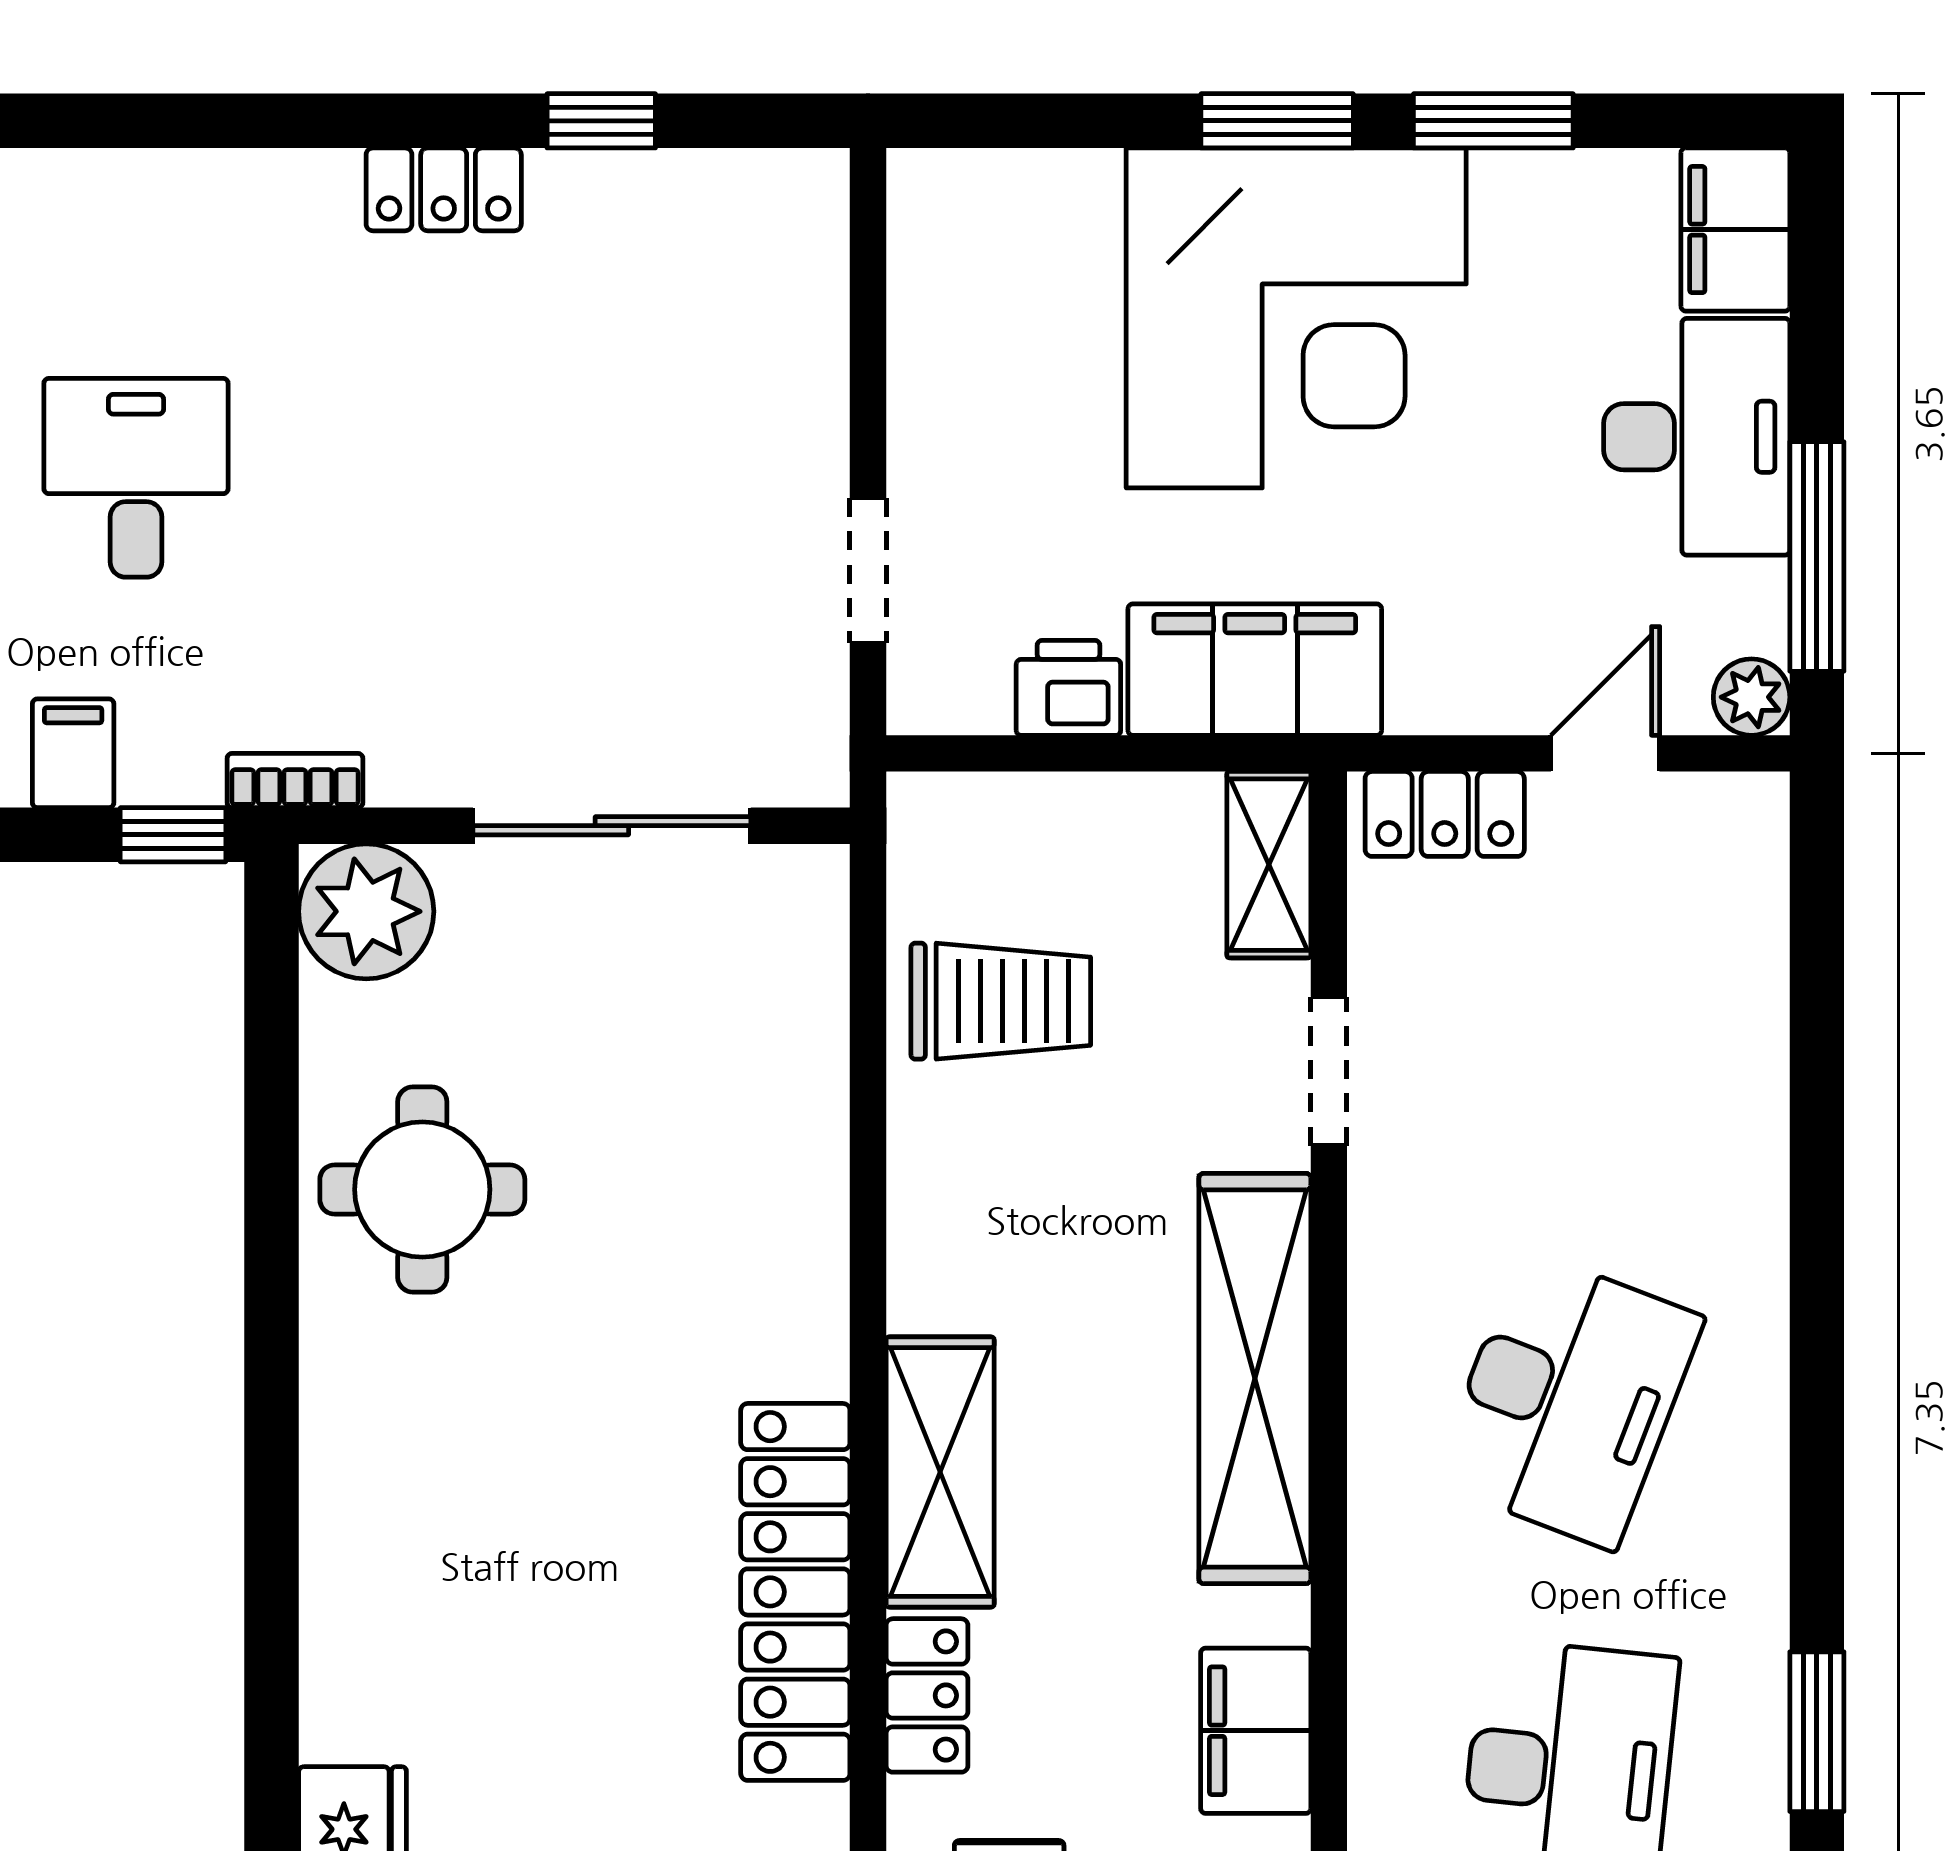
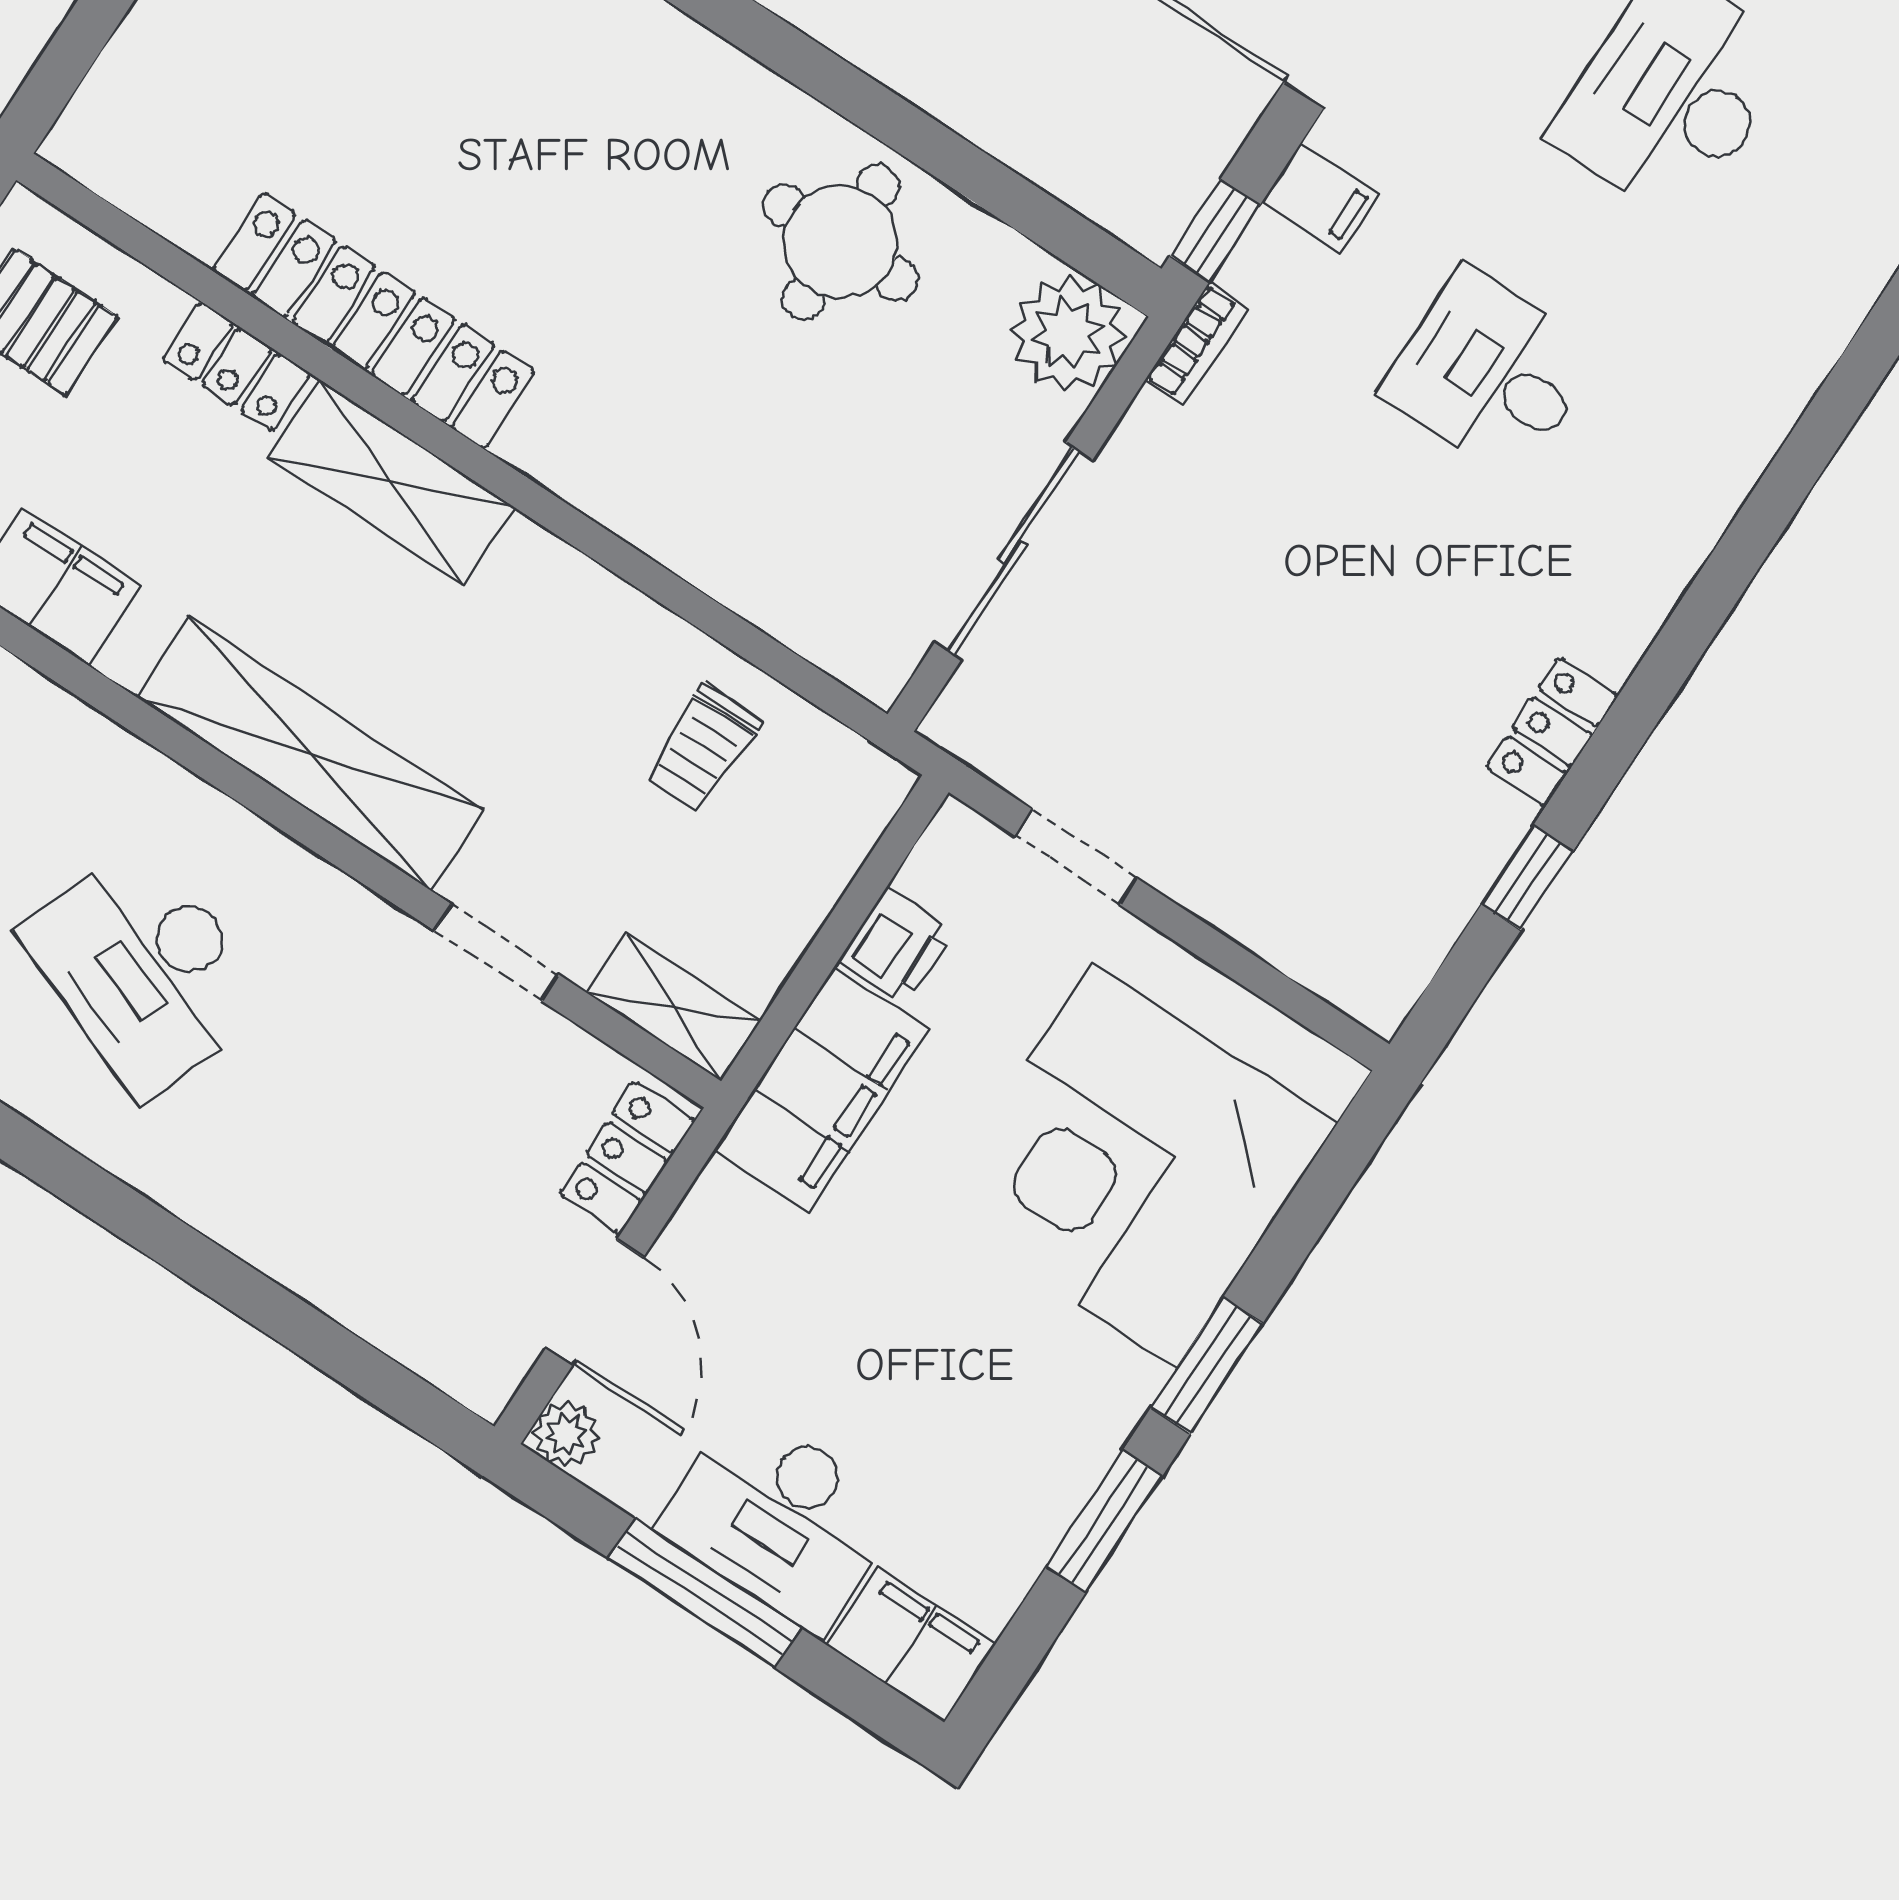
corner desk: (1296, 318) -> (1134, 1166), moved
desk: (136, 478) -> (1490, 373), turned 180
window: (1817, 556) -> (705, 1593), moved
door: (1605, 753) -> (595, 1302), width x1.38
trolley: (1001, 1001) -> (703, 749), width x0.73, depth x0.72

